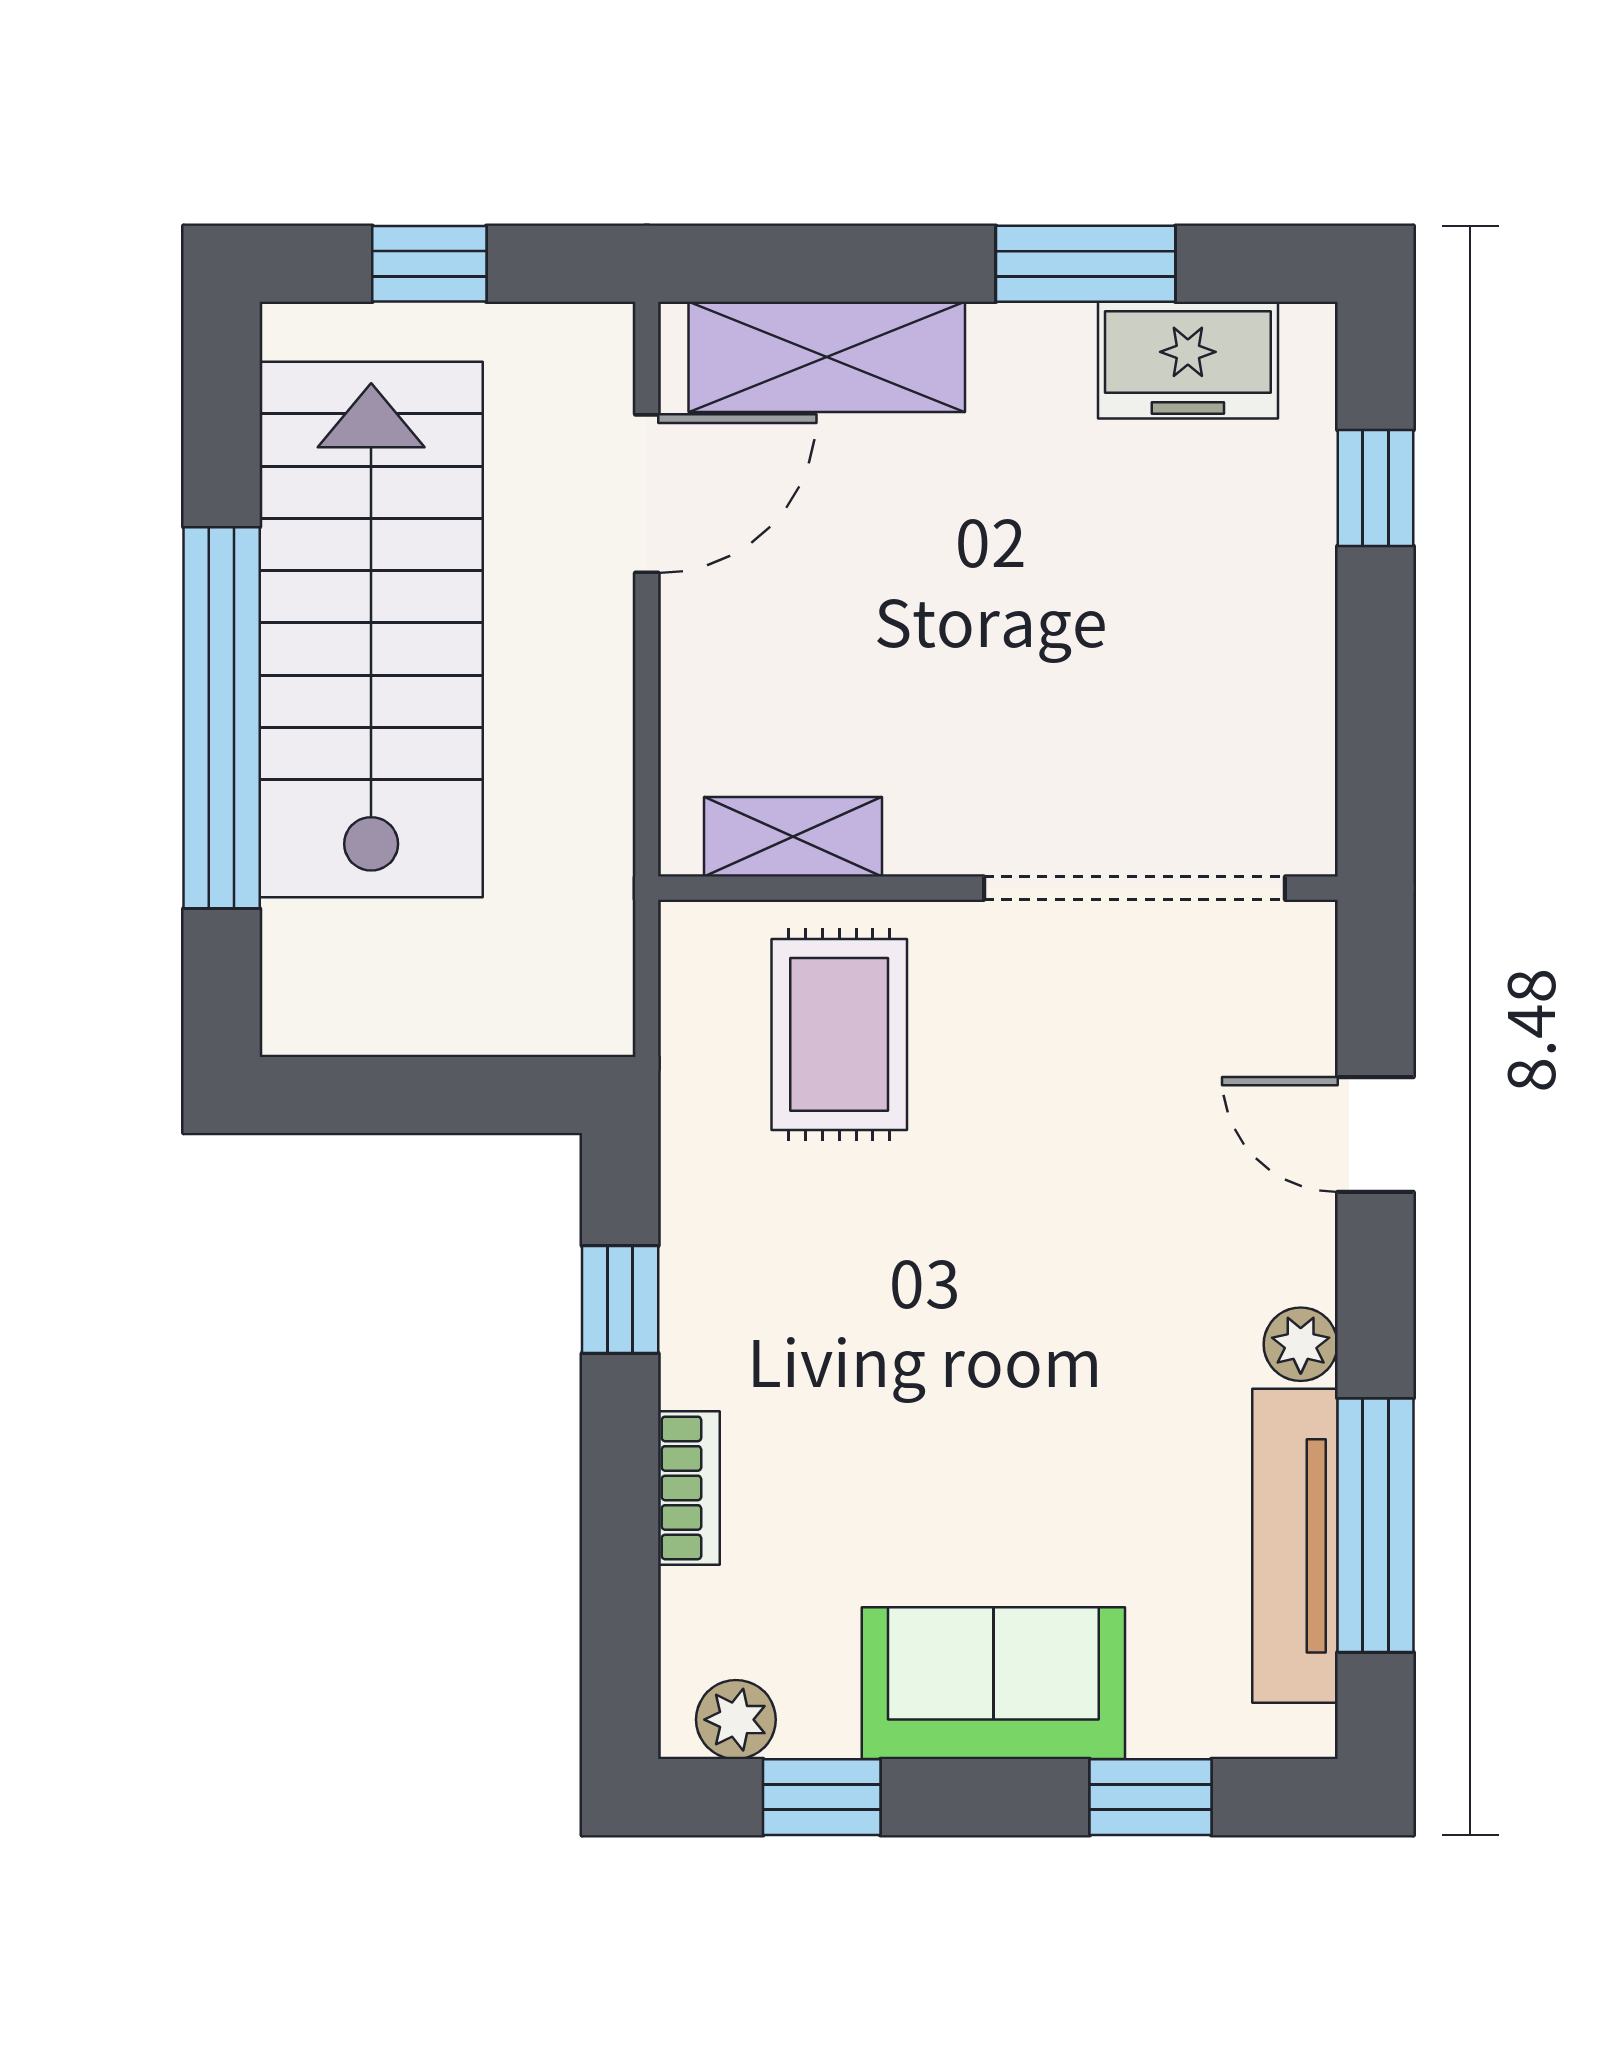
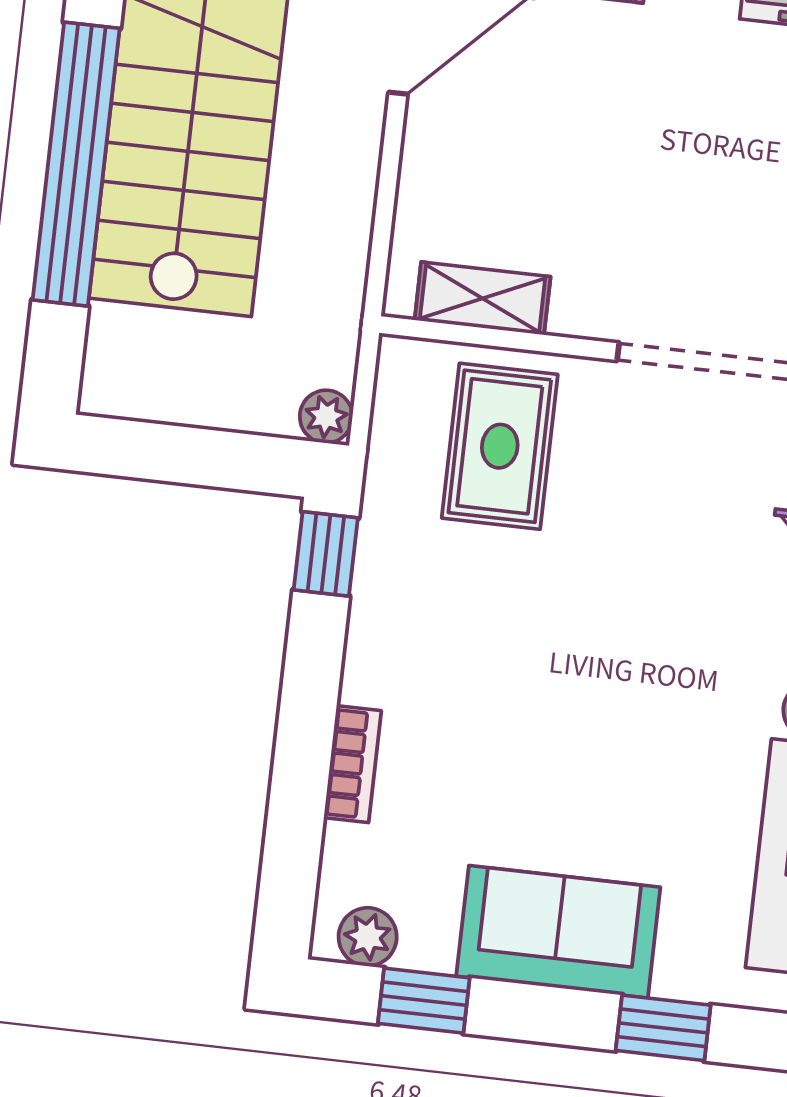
plant: (599, 1021) -> (326, 417), added
window: (620, 1299) -> (326, 554), moved

